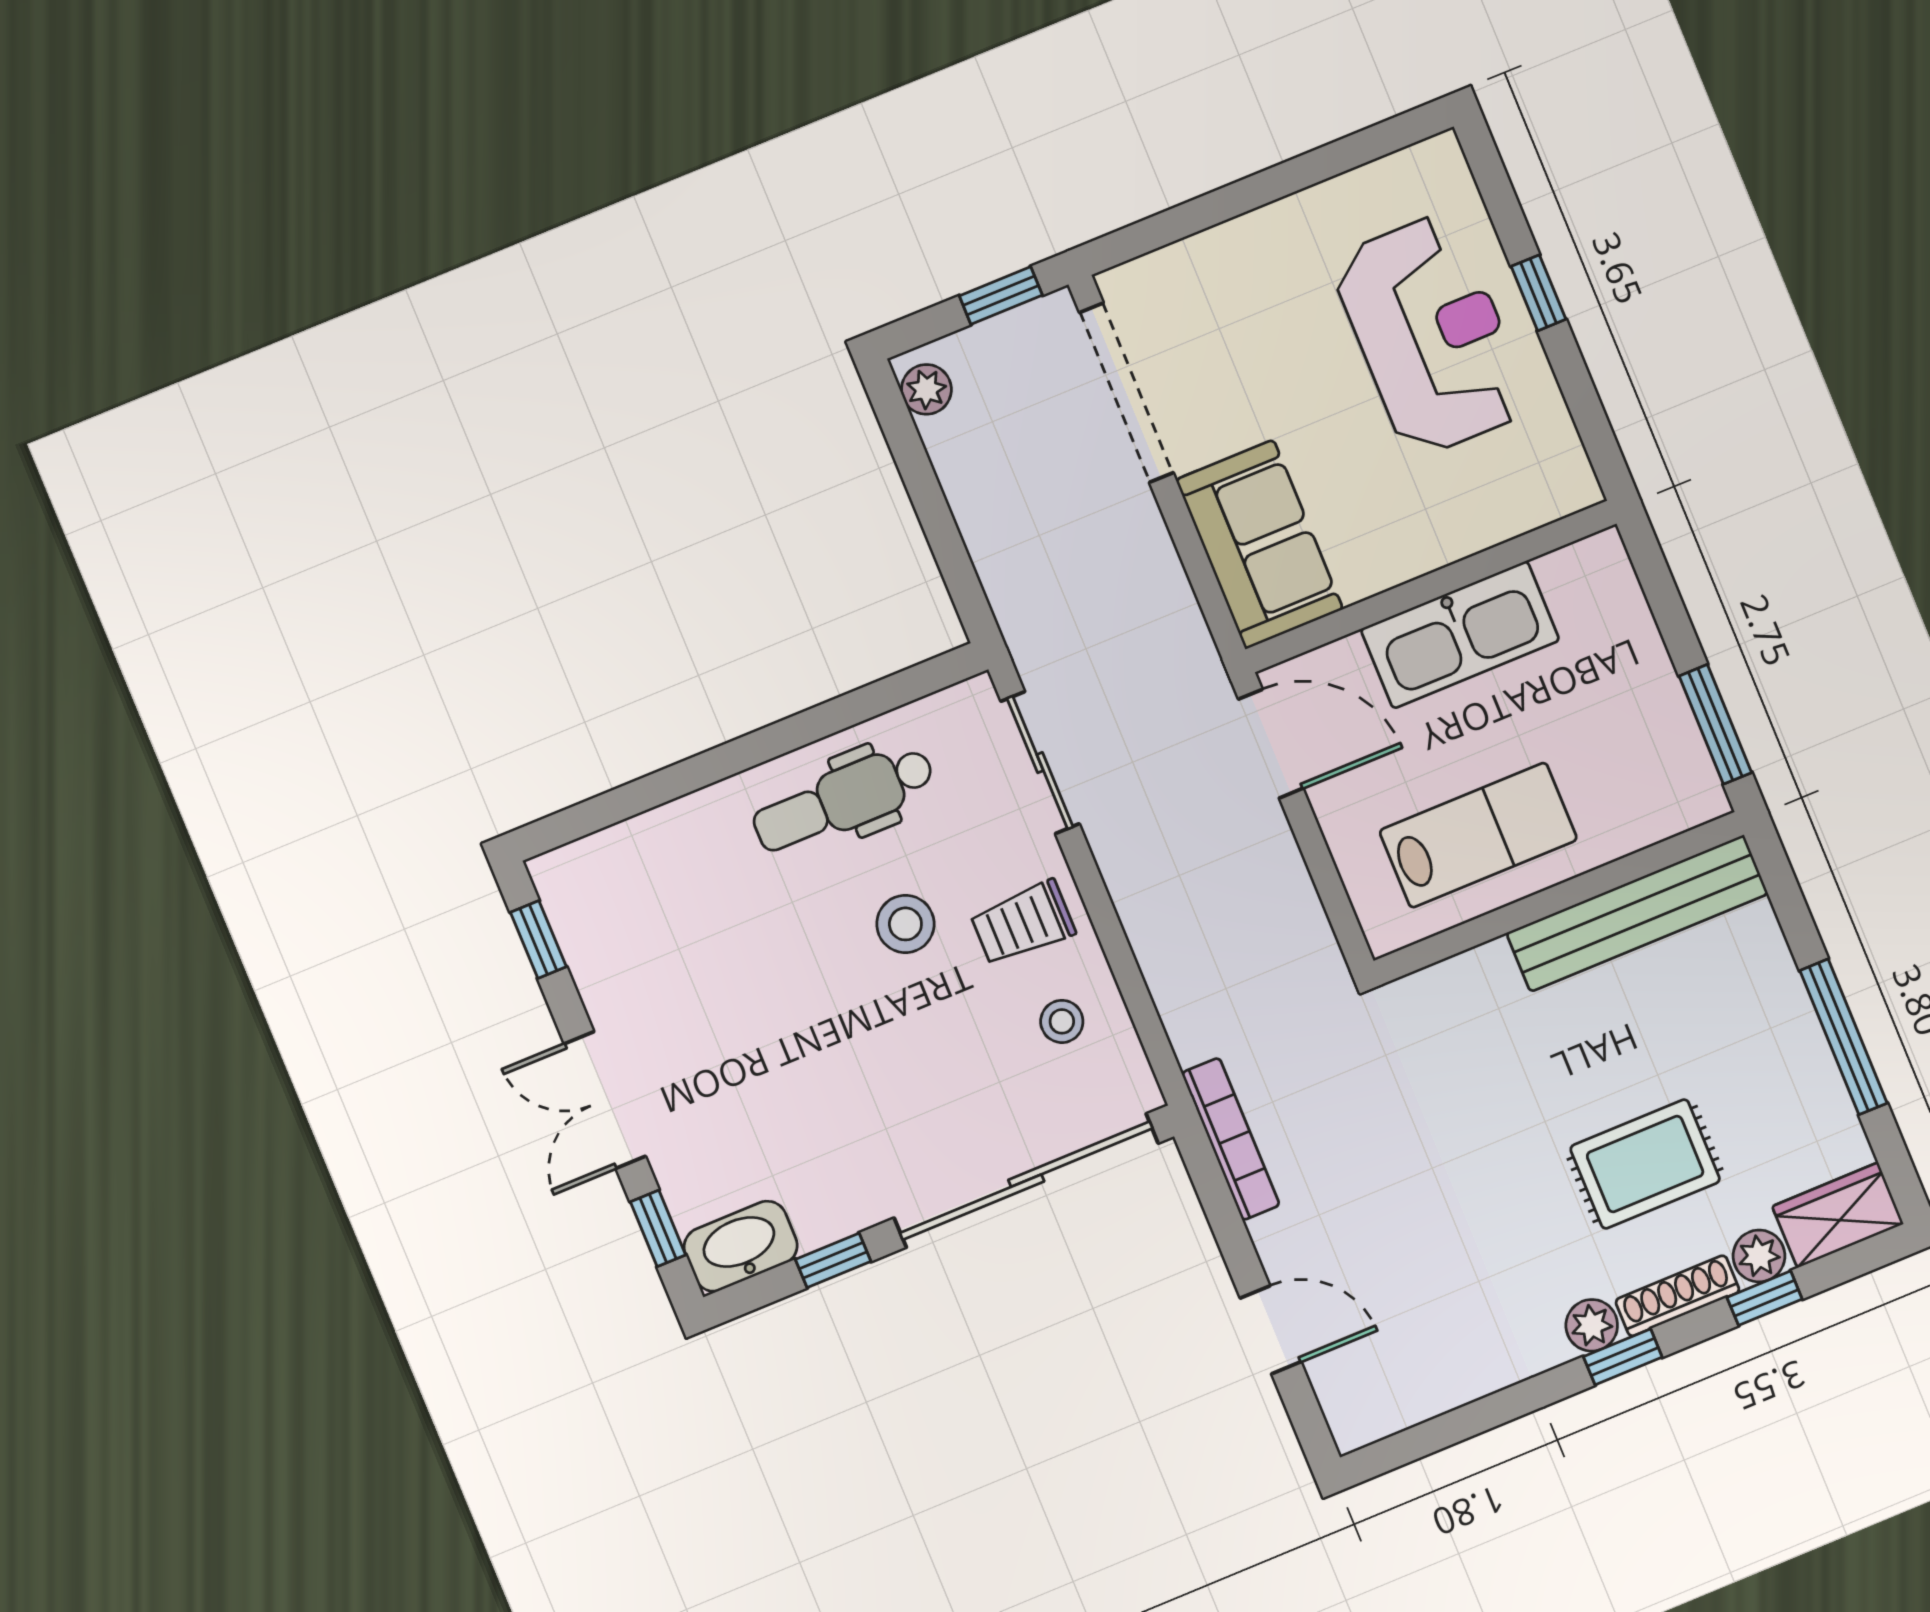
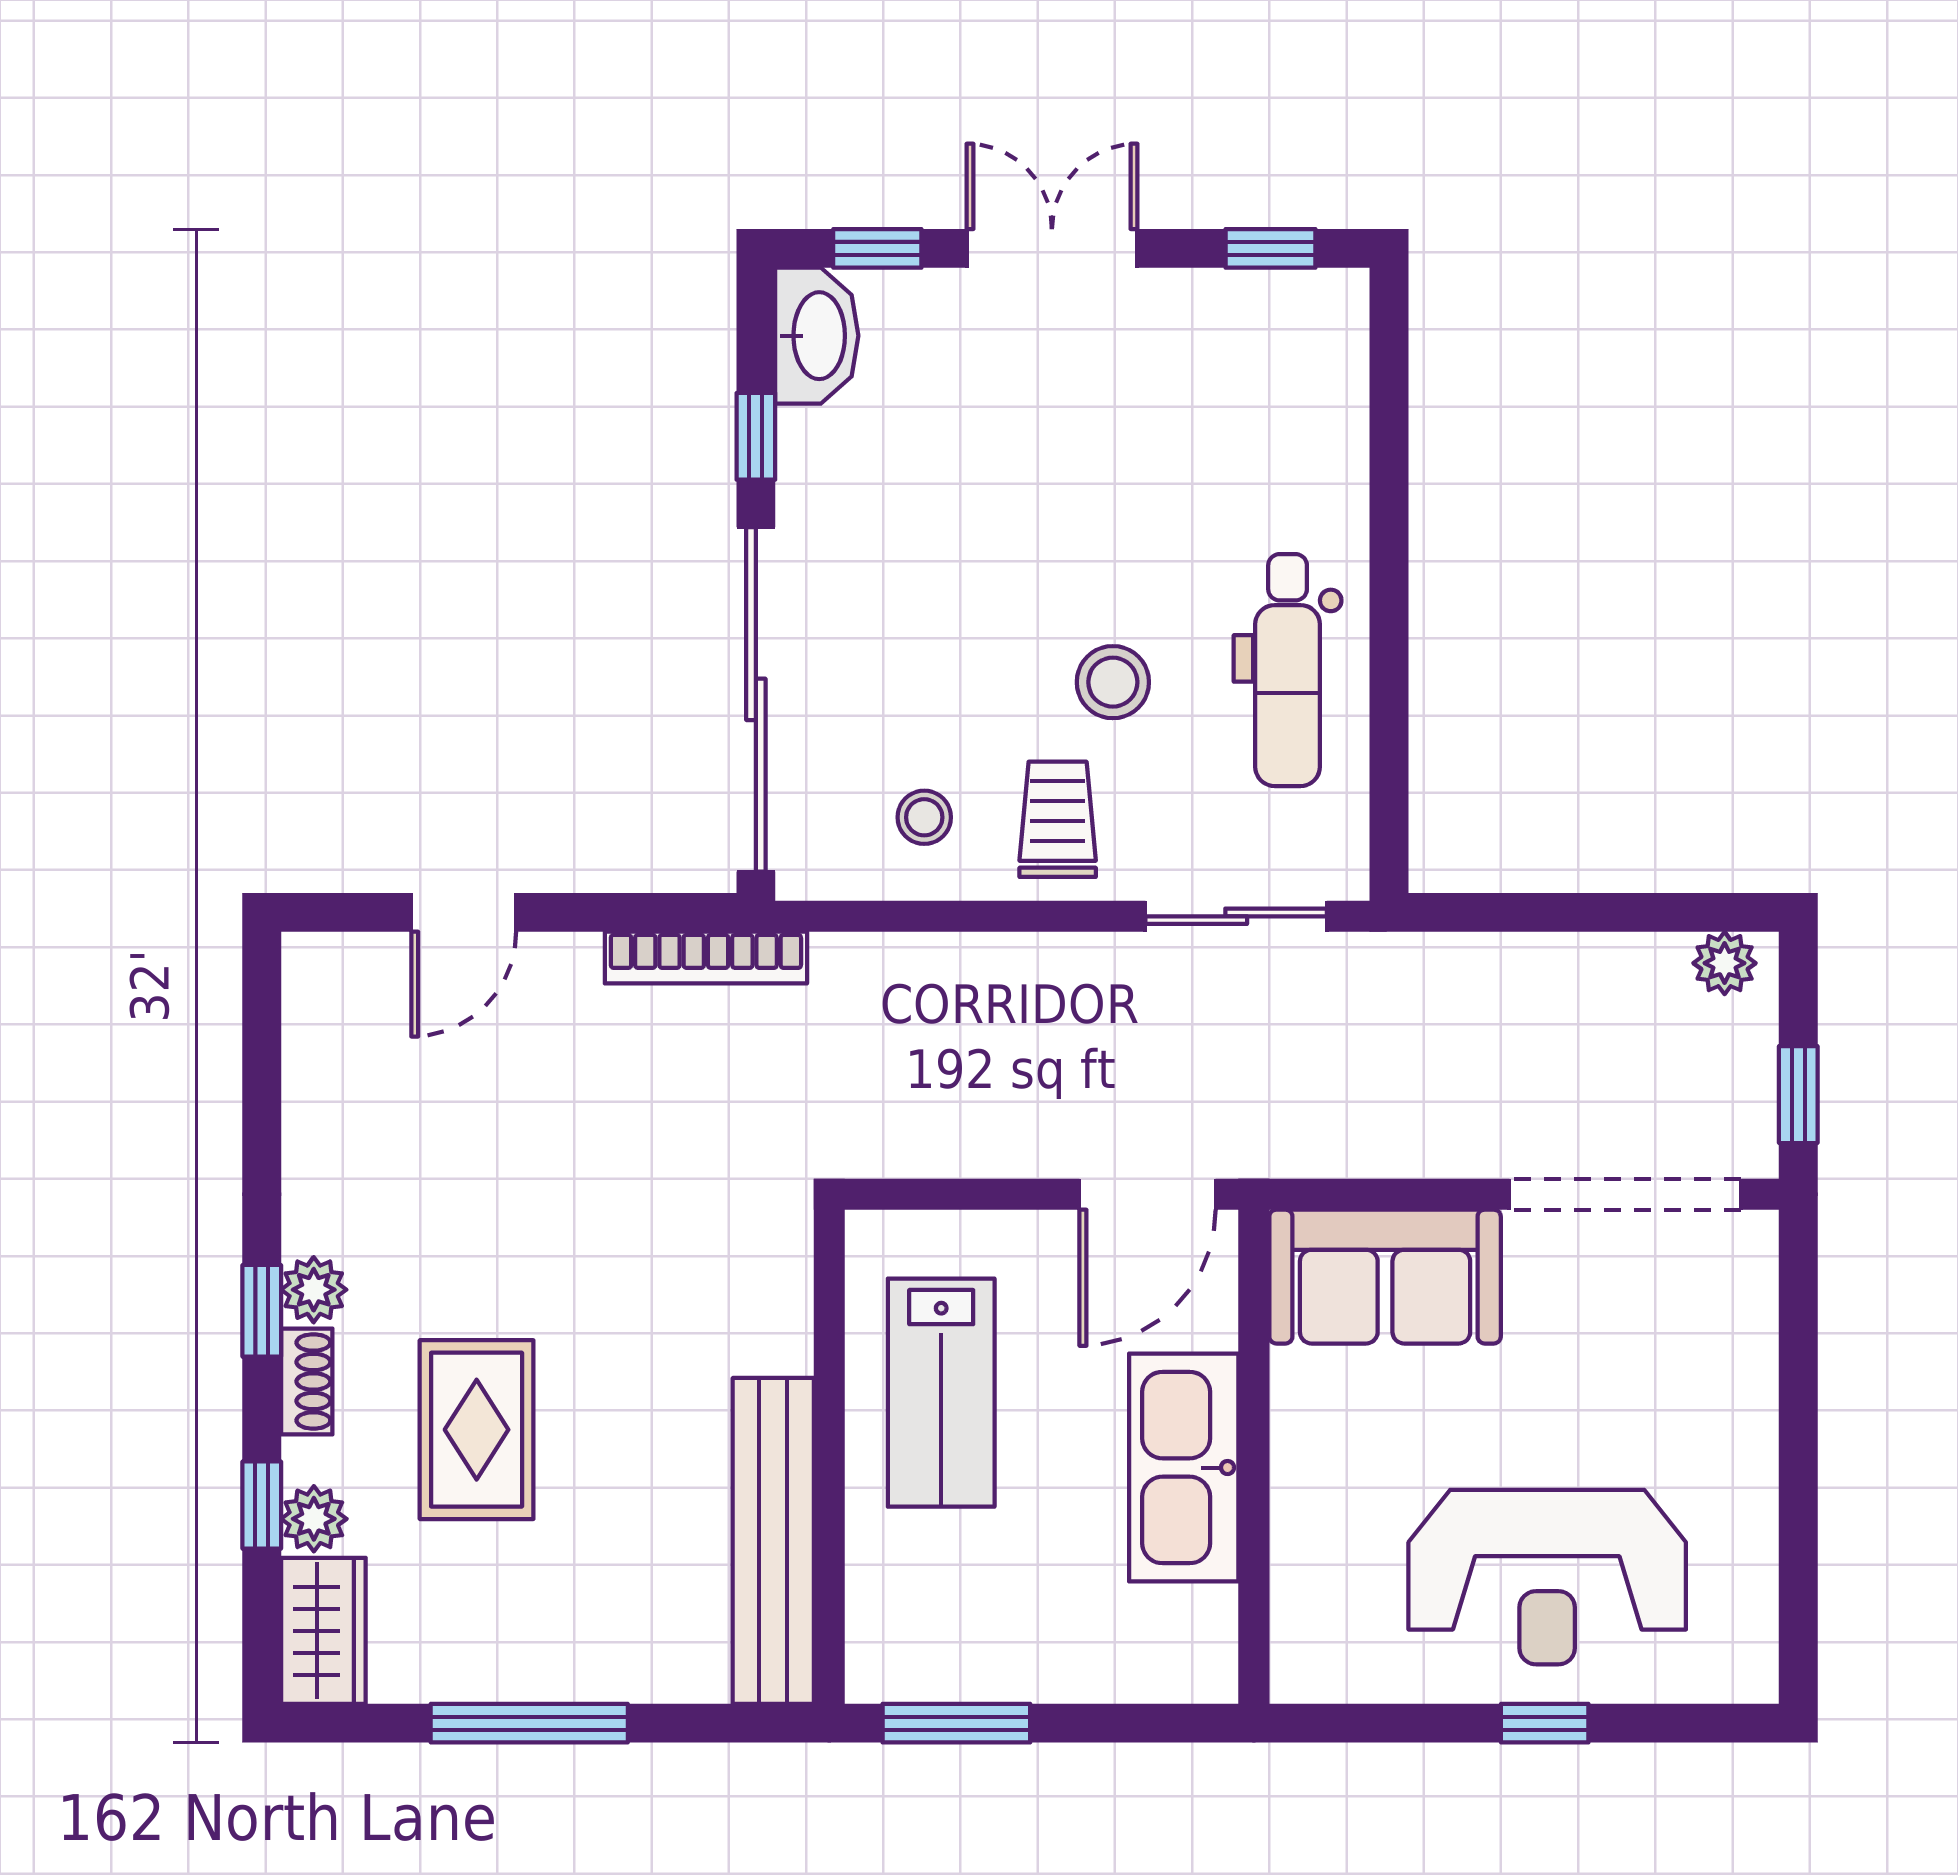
dental chair: (844, 799) -> (1288, 670), turned 180
shoe rack: (1677, 1296) -> (307, 1381), width x0.70

